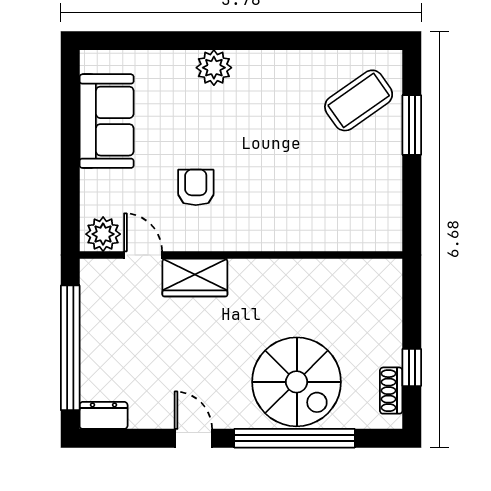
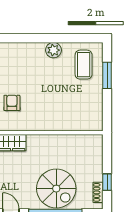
plant: (214, 68) -> (53, 50), moved
coffee table: (359, 100) -> (84, 65), turned -55

